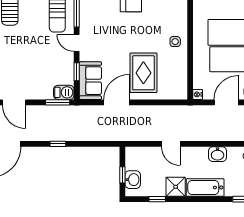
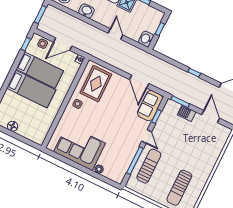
rug: (143, 73) -> (96, 84), moved
barbecue: (64, 92) -> (187, 113), moved
door: (116, 102) -> (139, 82), hinge flipped
washbasin: (133, 180) -> (146, 39), moved

